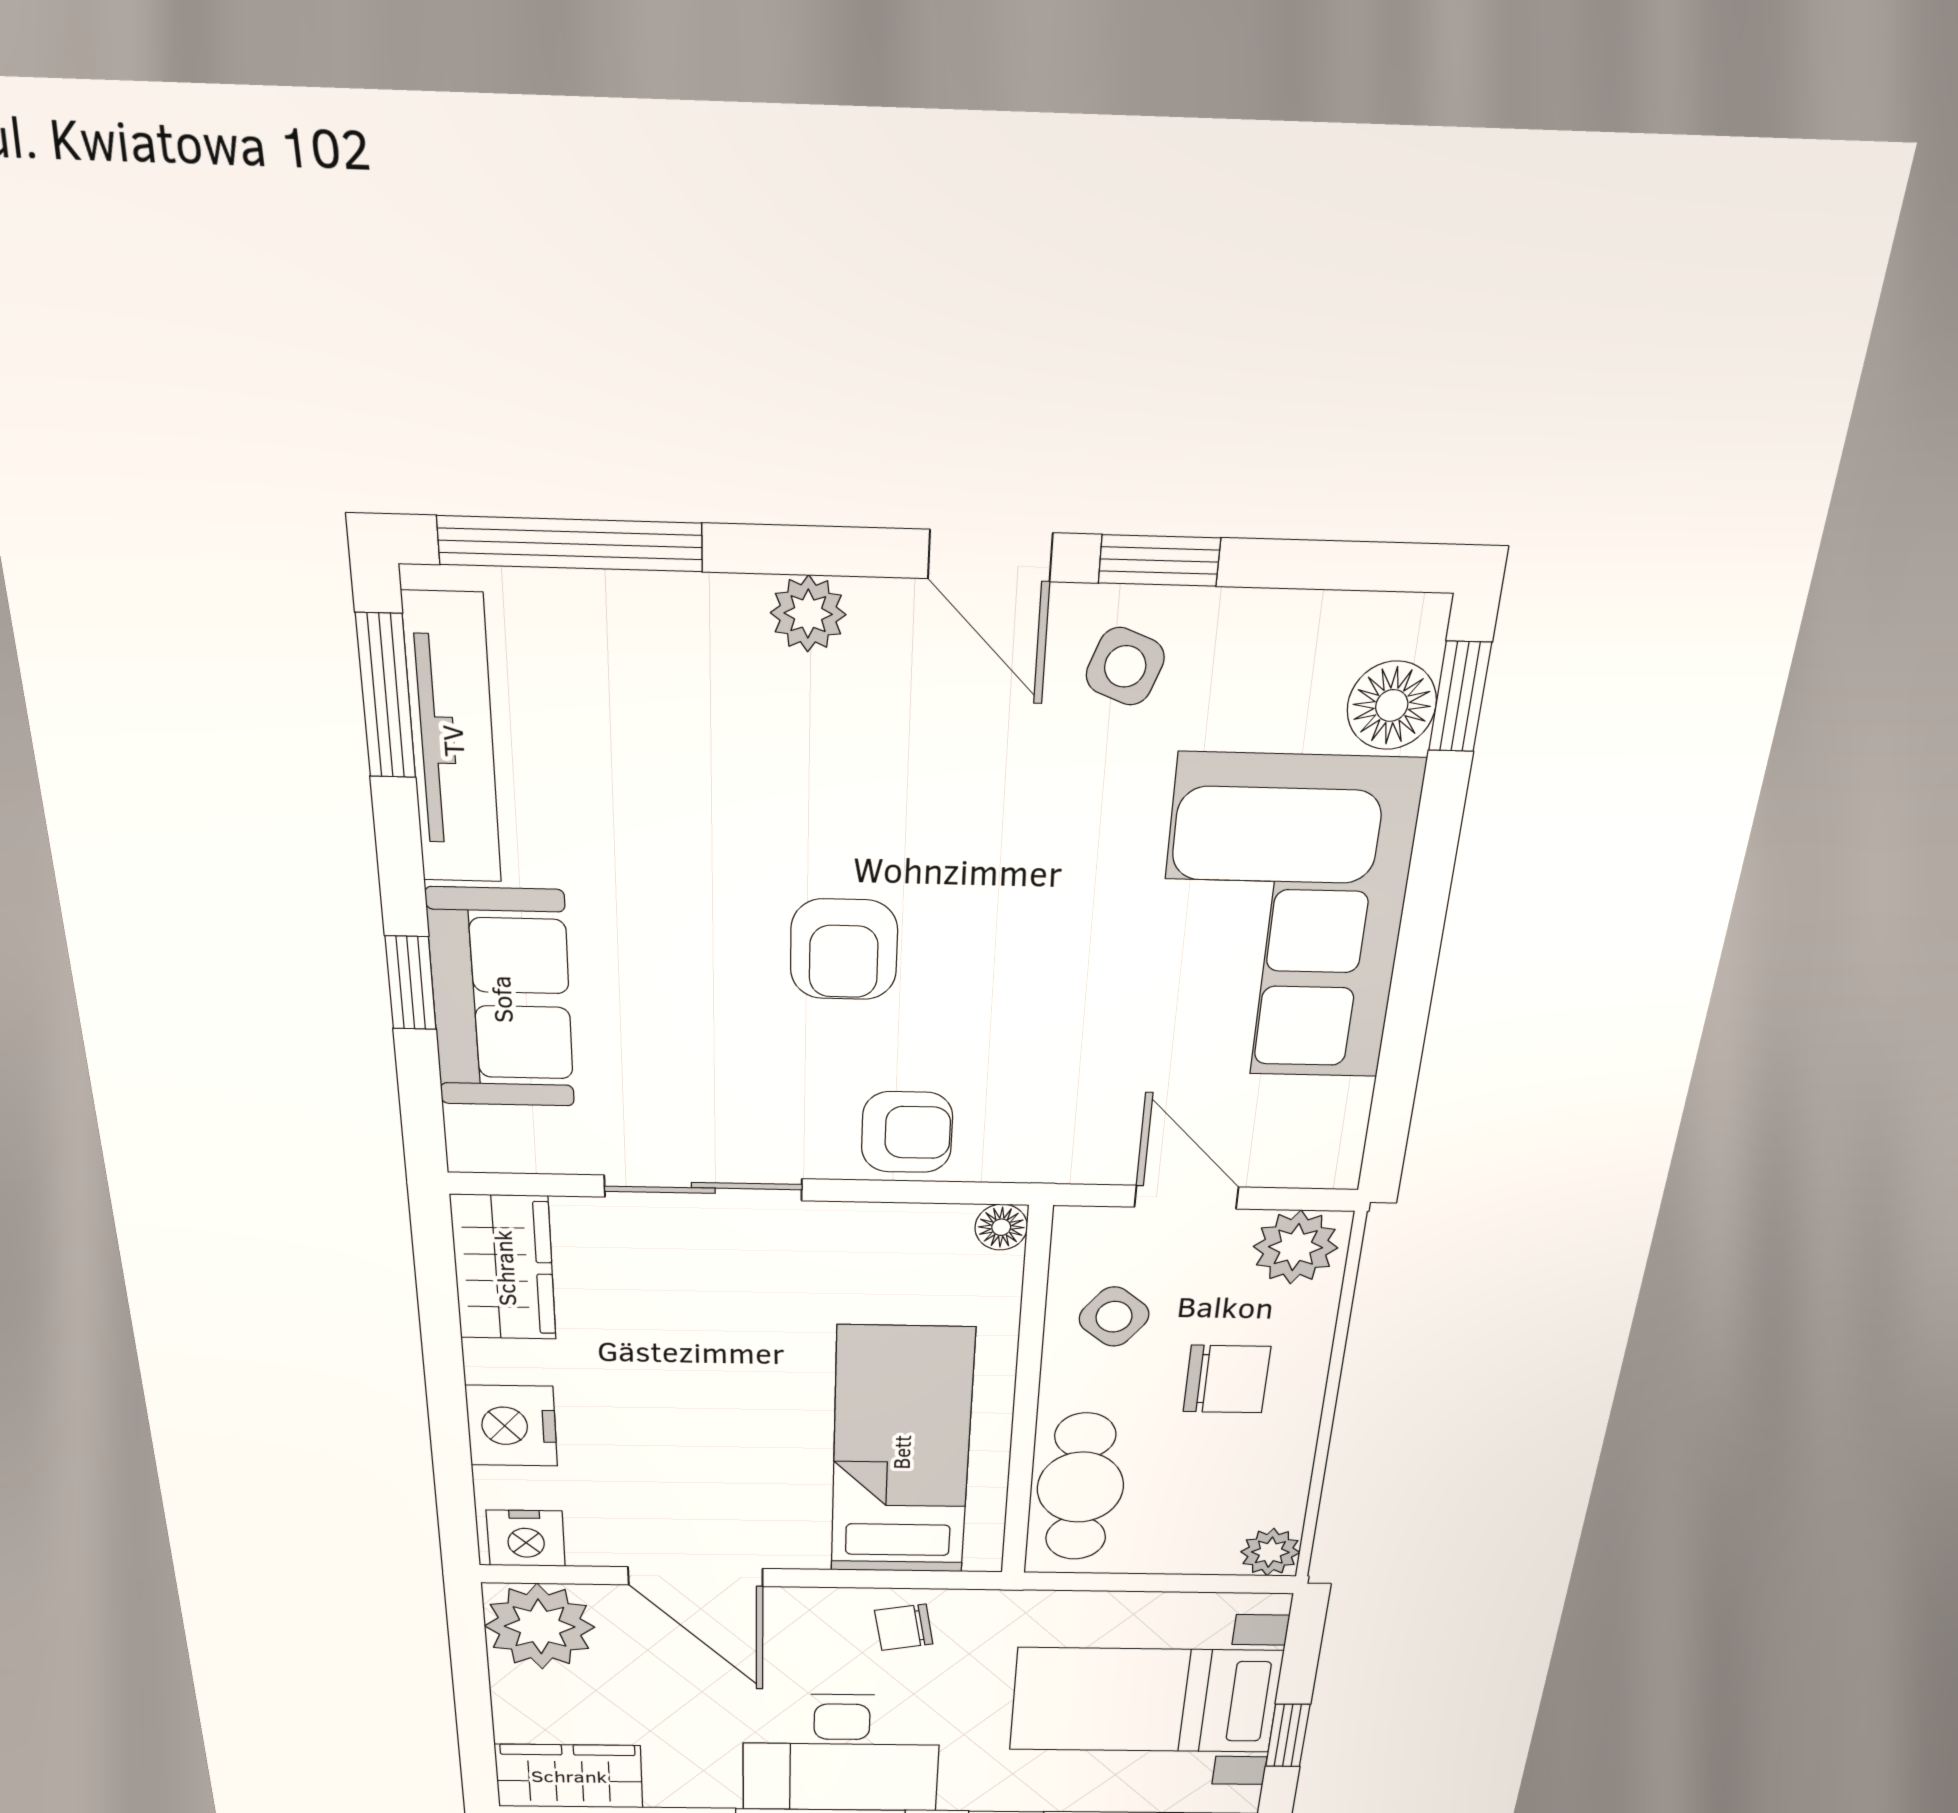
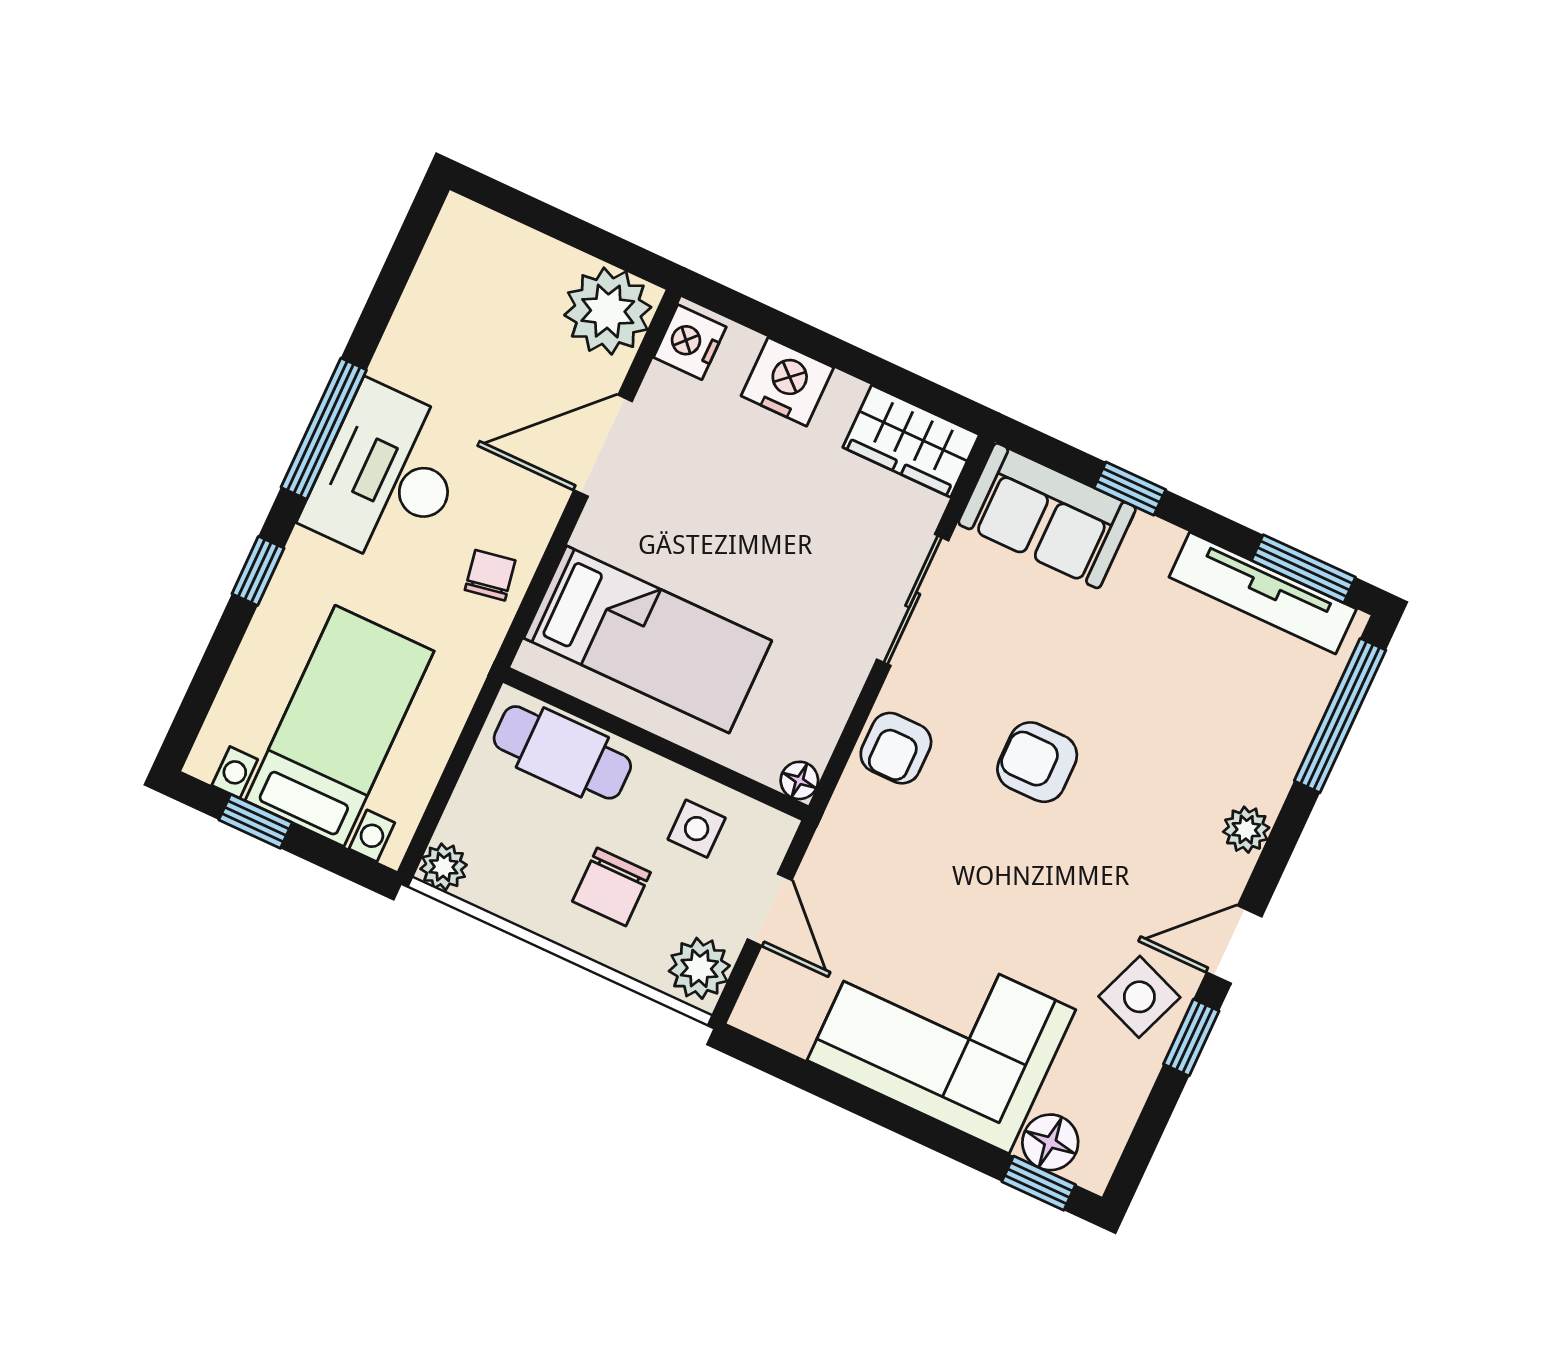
side table: (1125, 666) -> (1139, 997), width x1.37, depth x1.37
sofa: (501, 999) -> (1047, 516), moved
door: (1186, 1197) -> (770, 910), hinge flipped
side table: (1114, 1317) -> (697, 829), turned -38
wardrobe: (569, 1776) -> (456, 259), removed

